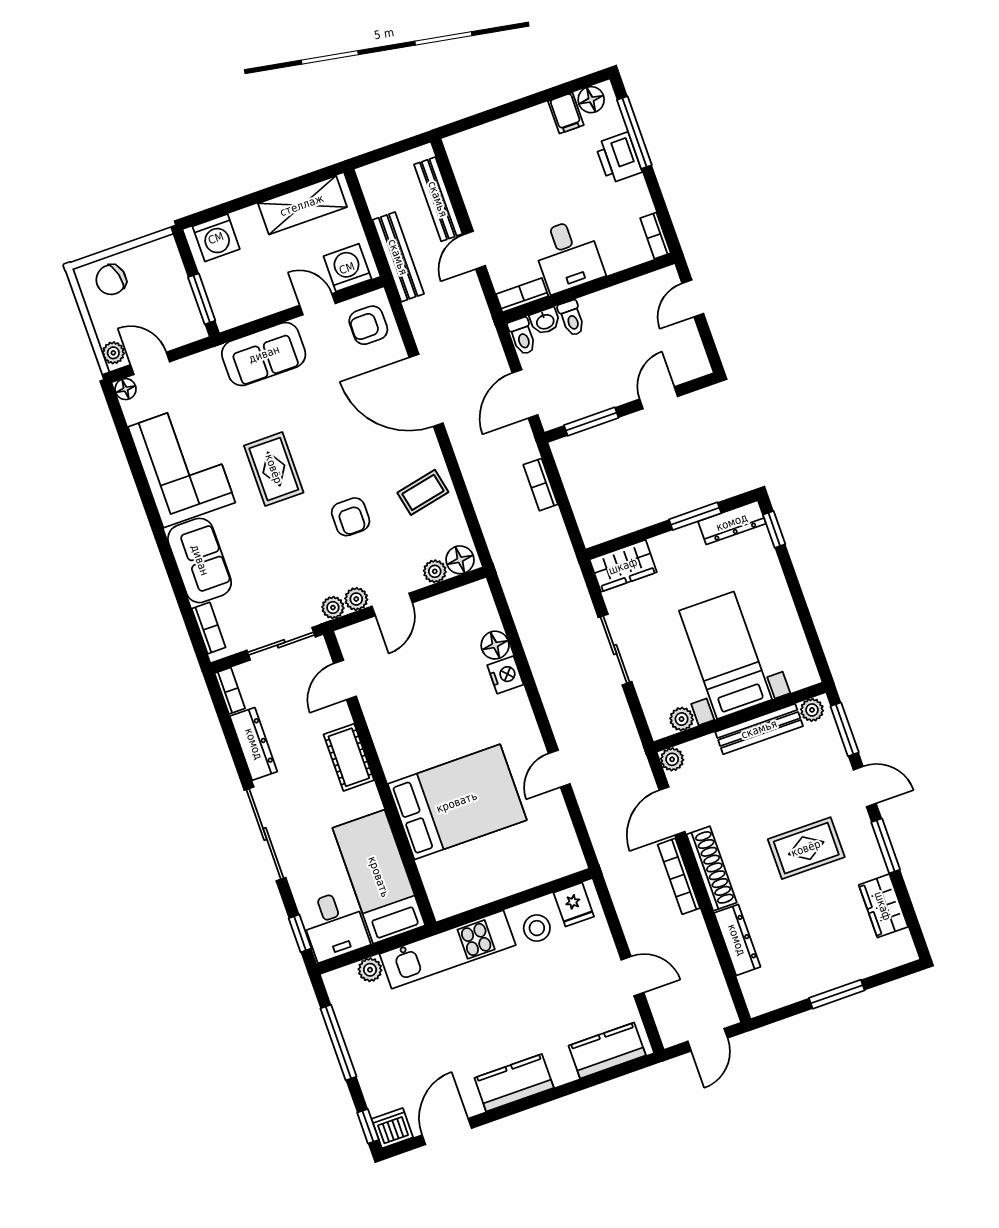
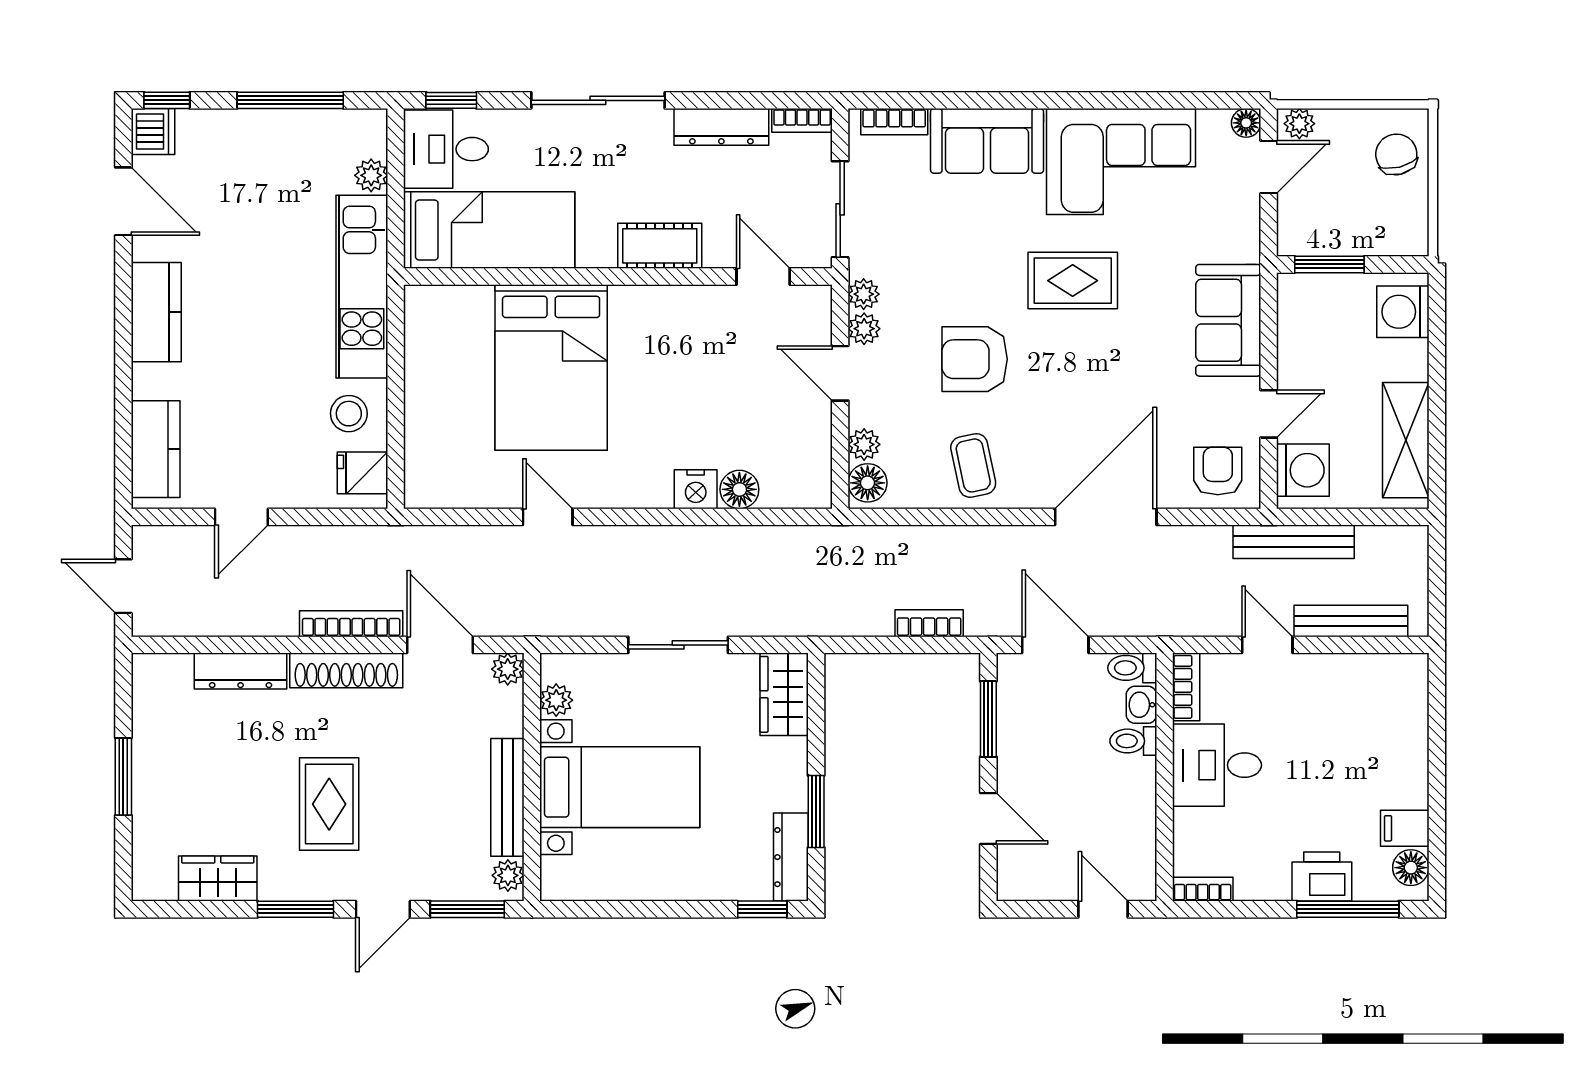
armchair: (351, 517) -> (975, 359), width x1.38, depth x1.38

